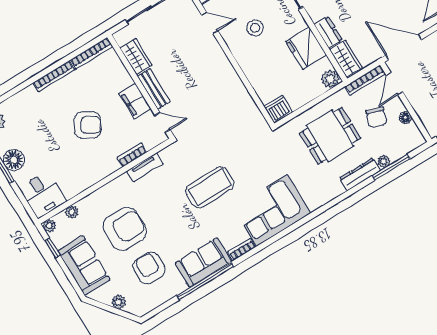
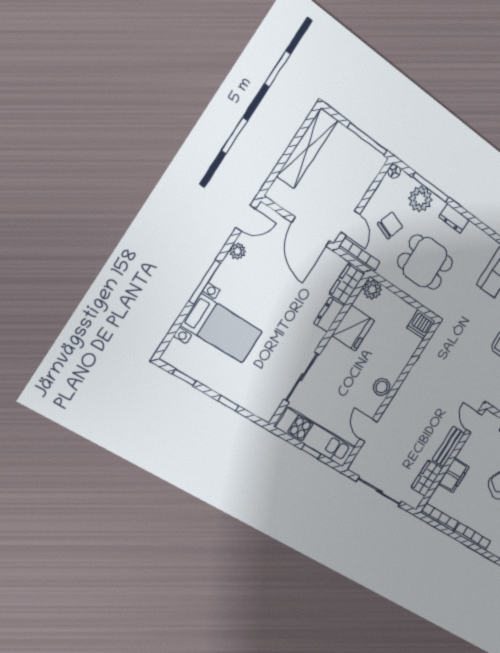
stool: (255, 28) -> (382, 387), moved
door: (395, 84) -> (350, 223), hinge flipped
filing cabinet: (135, 101) -> (454, 475), moved
floor lamp: (405, 118) -> (394, 171), moved
plant: (384, 161) -> (420, 199), width x1.87, depth x1.87
dresser: (360, 174) -> (454, 219), width x0.70

